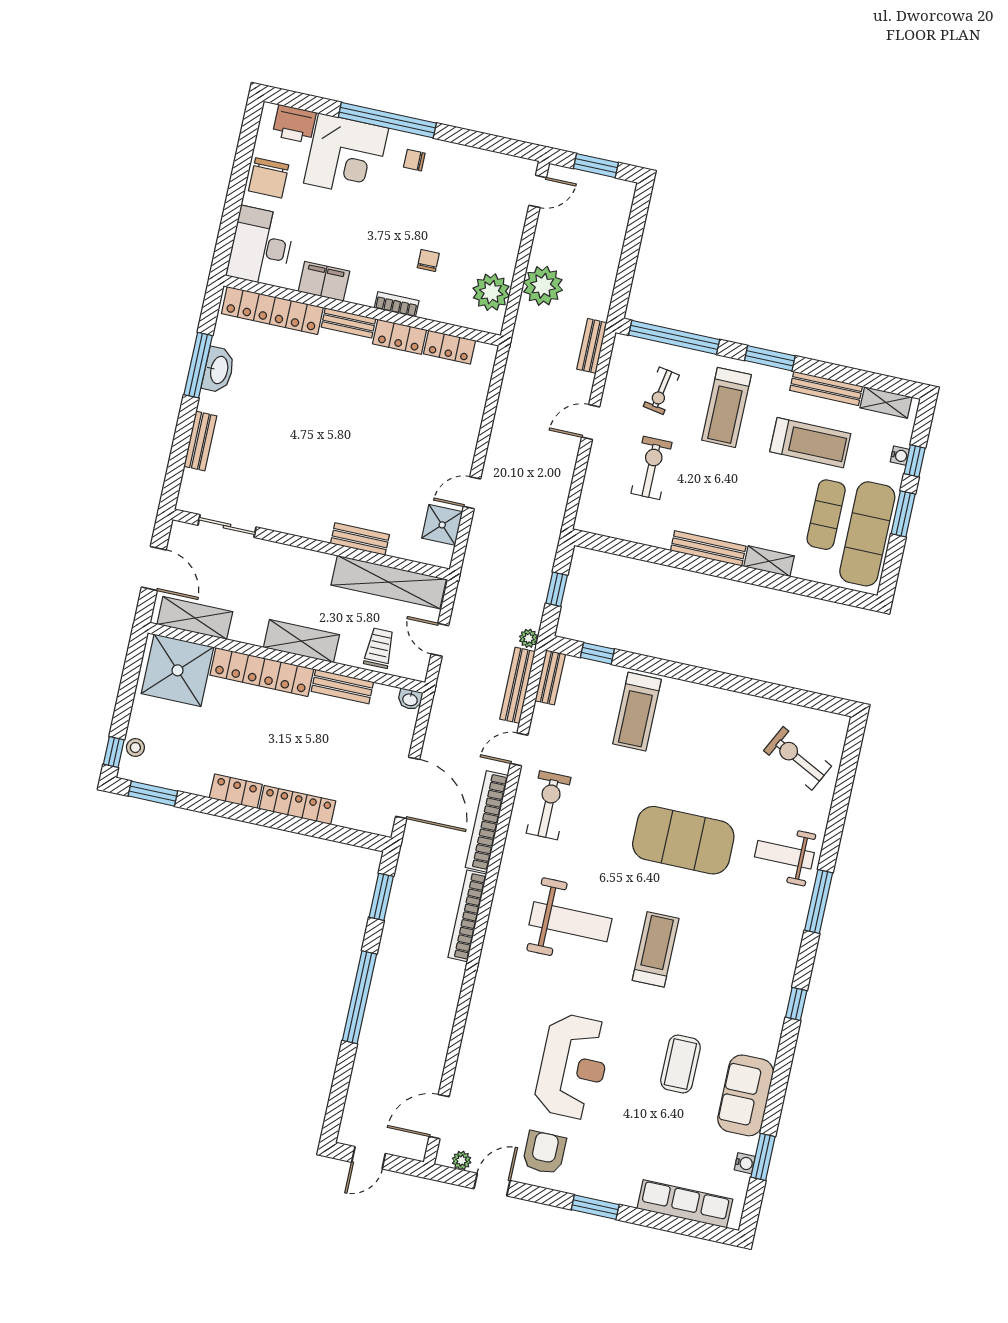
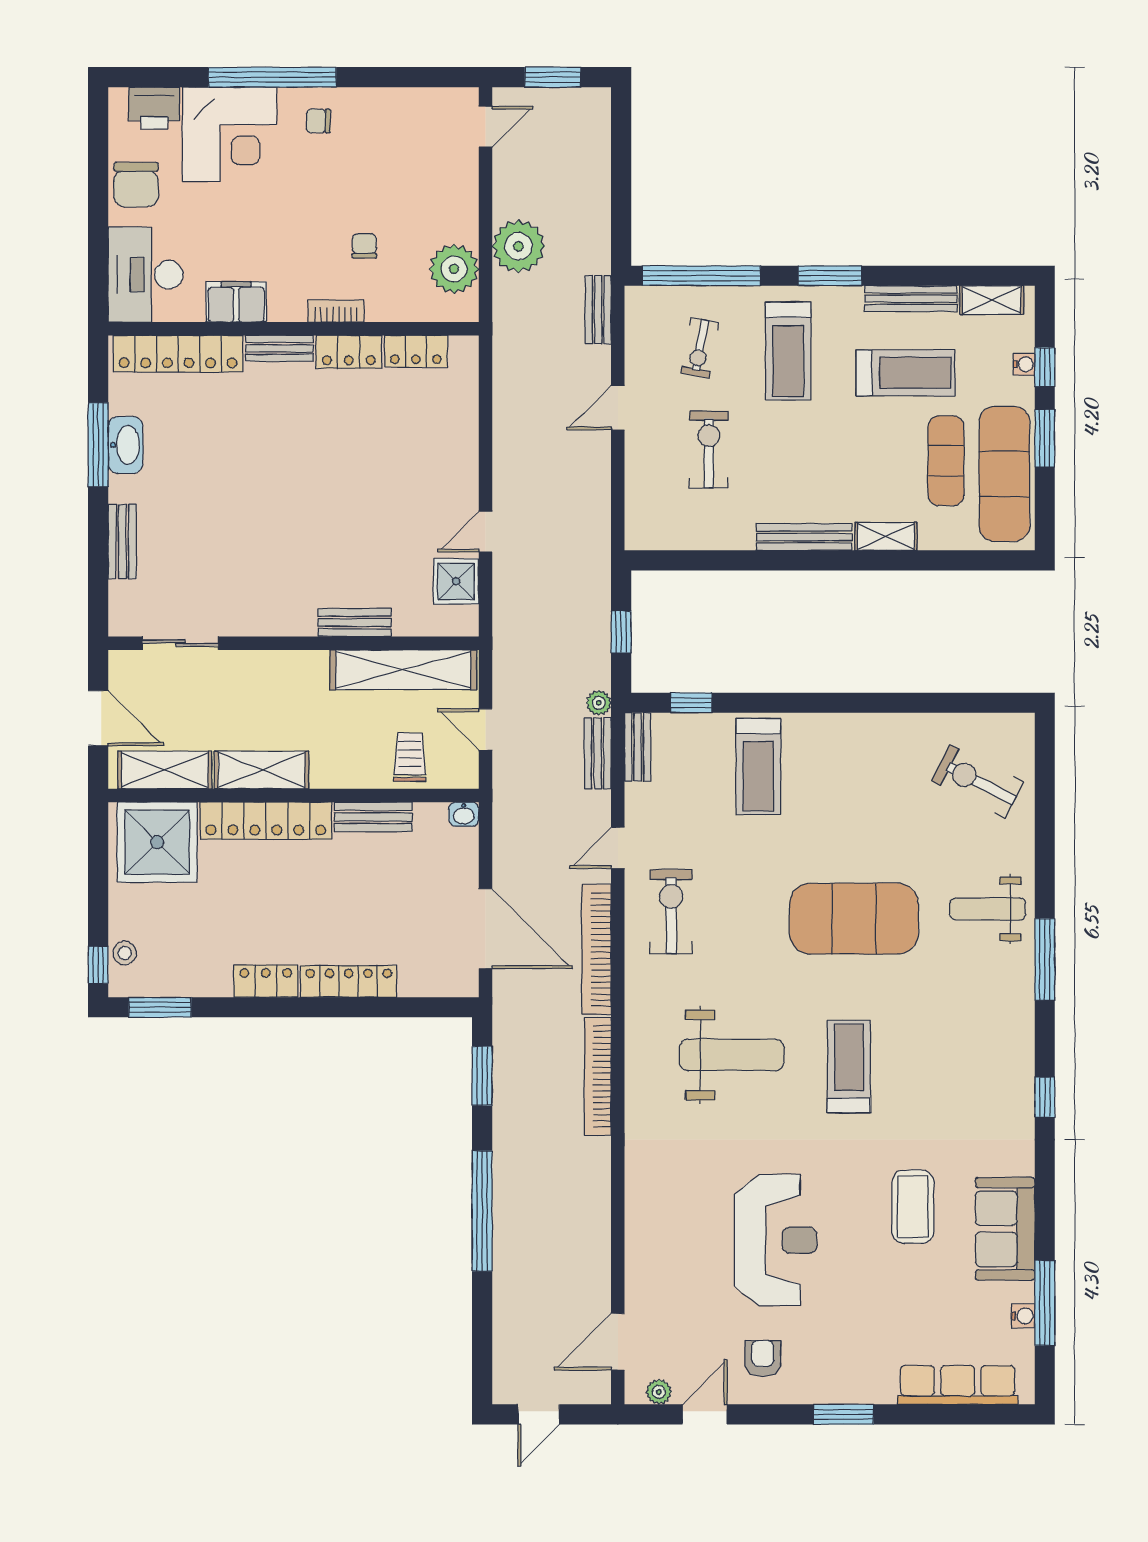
shelving: (301, 641) -> (261, 770), moved
bench: (517, 685) -> (598, 753), width x0.73
armchair: (544, 1153) -> (763, 1359), width x0.72, depth x0.72
window: (763, 1157) -> (1045, 1303), width x1.44

